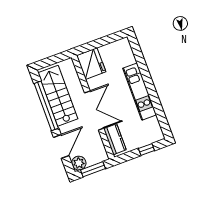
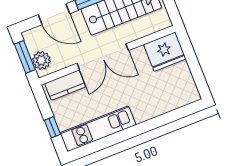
kitchen unit: (140, 92) -> (98, 129), moved
plant: (79, 163) -> (41, 60), moved

